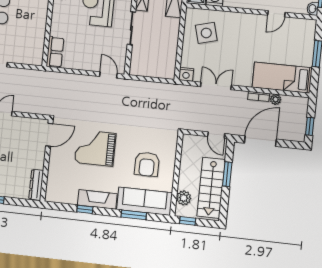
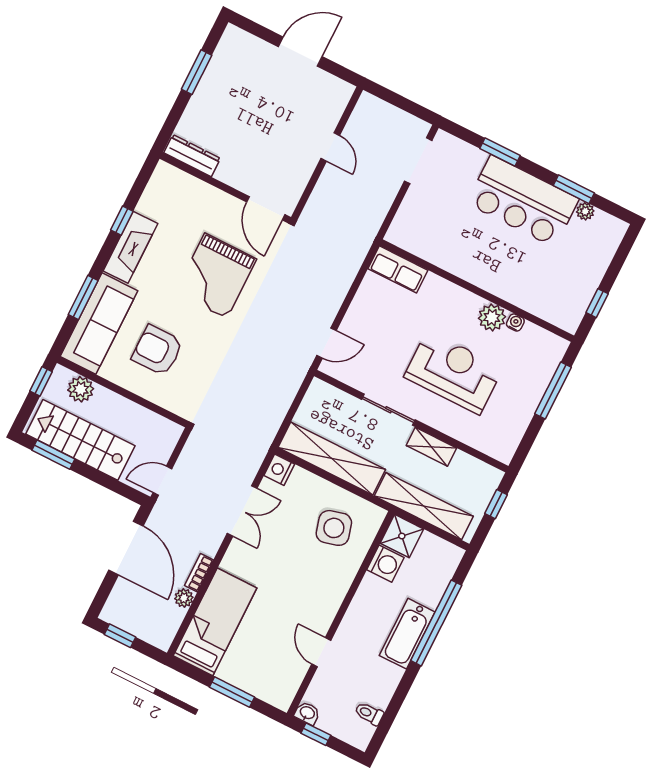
shelving: (169, 48) -> (332, 459), added
grand piano: (95, 148) -> (216, 276), turned 180
window: (227, 174) -> (53, 455), moved

